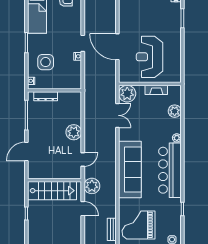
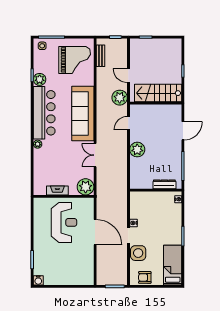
side table: (46, 62) -> (138, 253), moved
plant: (175, 111) -> (40, 79), moved
double door: (117, 115) -> (95, 155), moved

